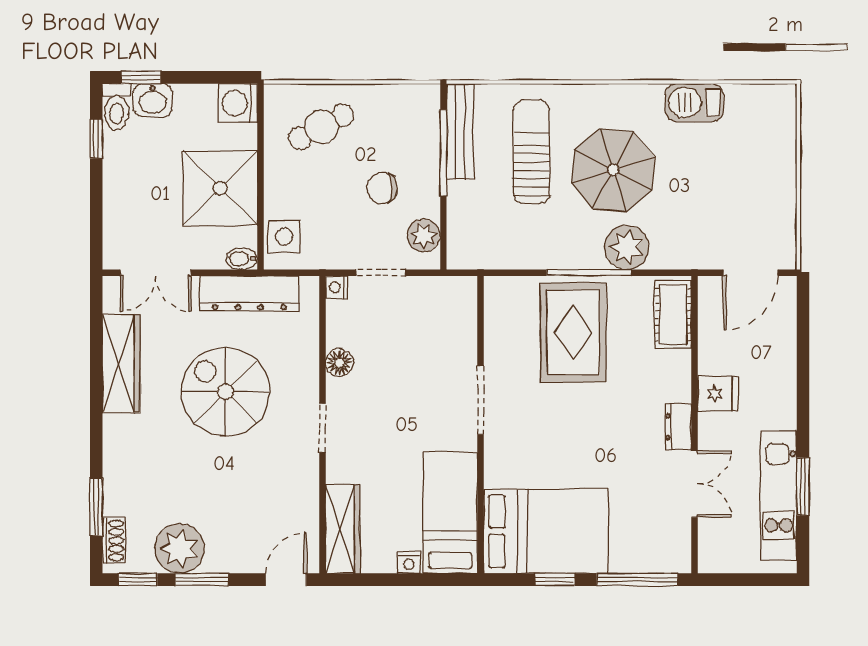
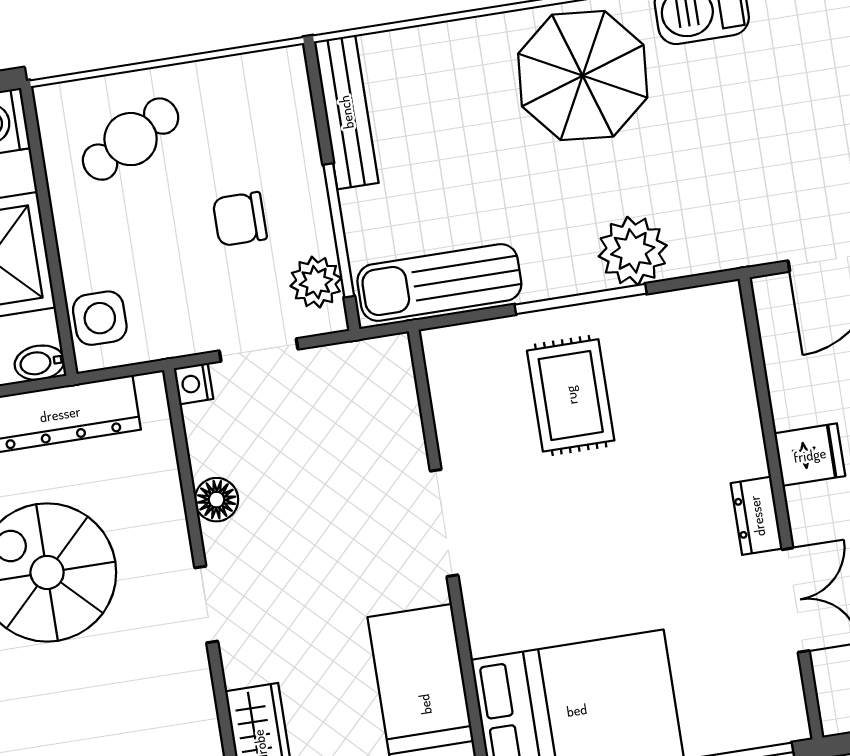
sun lounger: (531, 152) -> (439, 283), moved, turned -90
window: (443, 153) -> (339, 230), moved
parasol: (613, 170) -> (583, 76), moved
cot: (673, 315) -> (721, 344), removed
rug: (573, 332) -> (571, 395), width x0.73, depth x0.70

